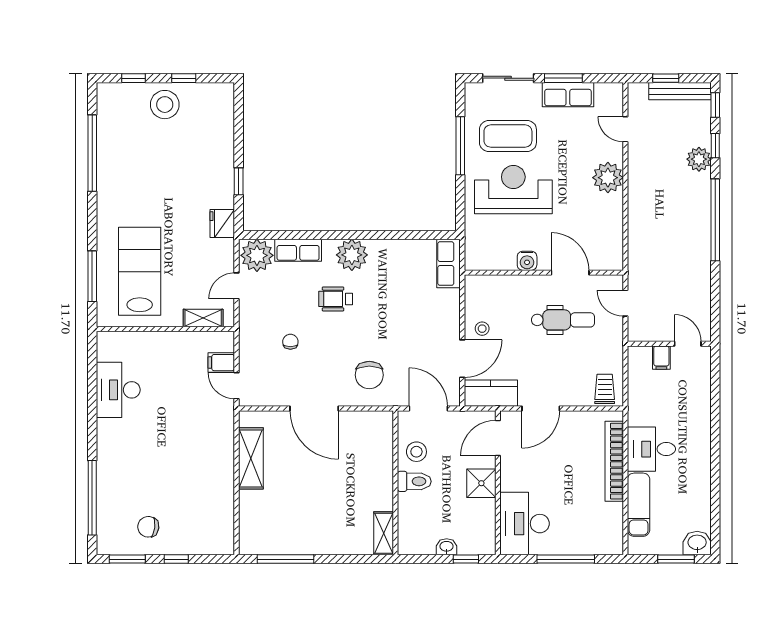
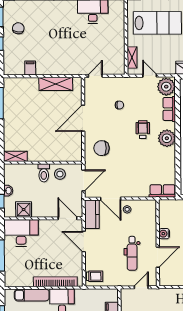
filing cabinet: (221, 363) -> (30, 68), moved
shower: (481, 483) -> (24, 210), moved

